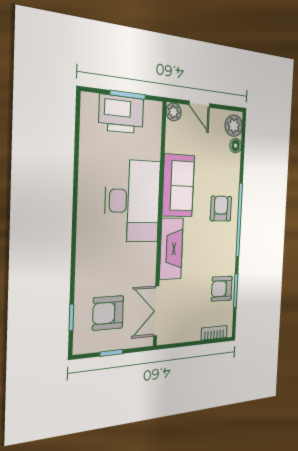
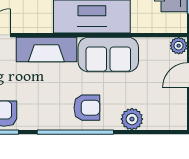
plant: (234, 126) -> (132, 119), moved
floor lamp: (236, 146) -> (152, 123), removed

